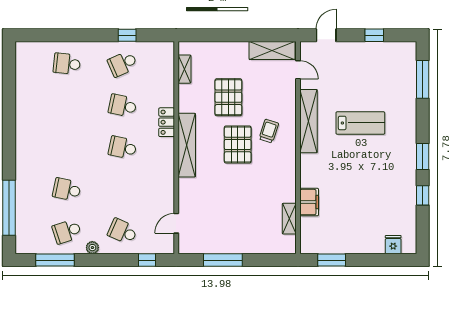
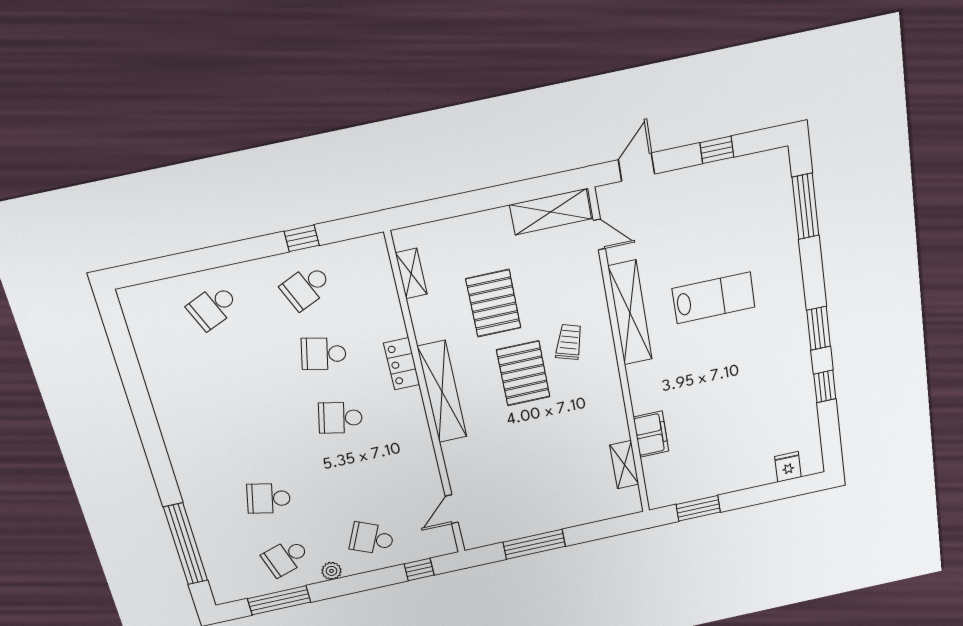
school desk: (67, 64) -> (213, 307), turned -30

